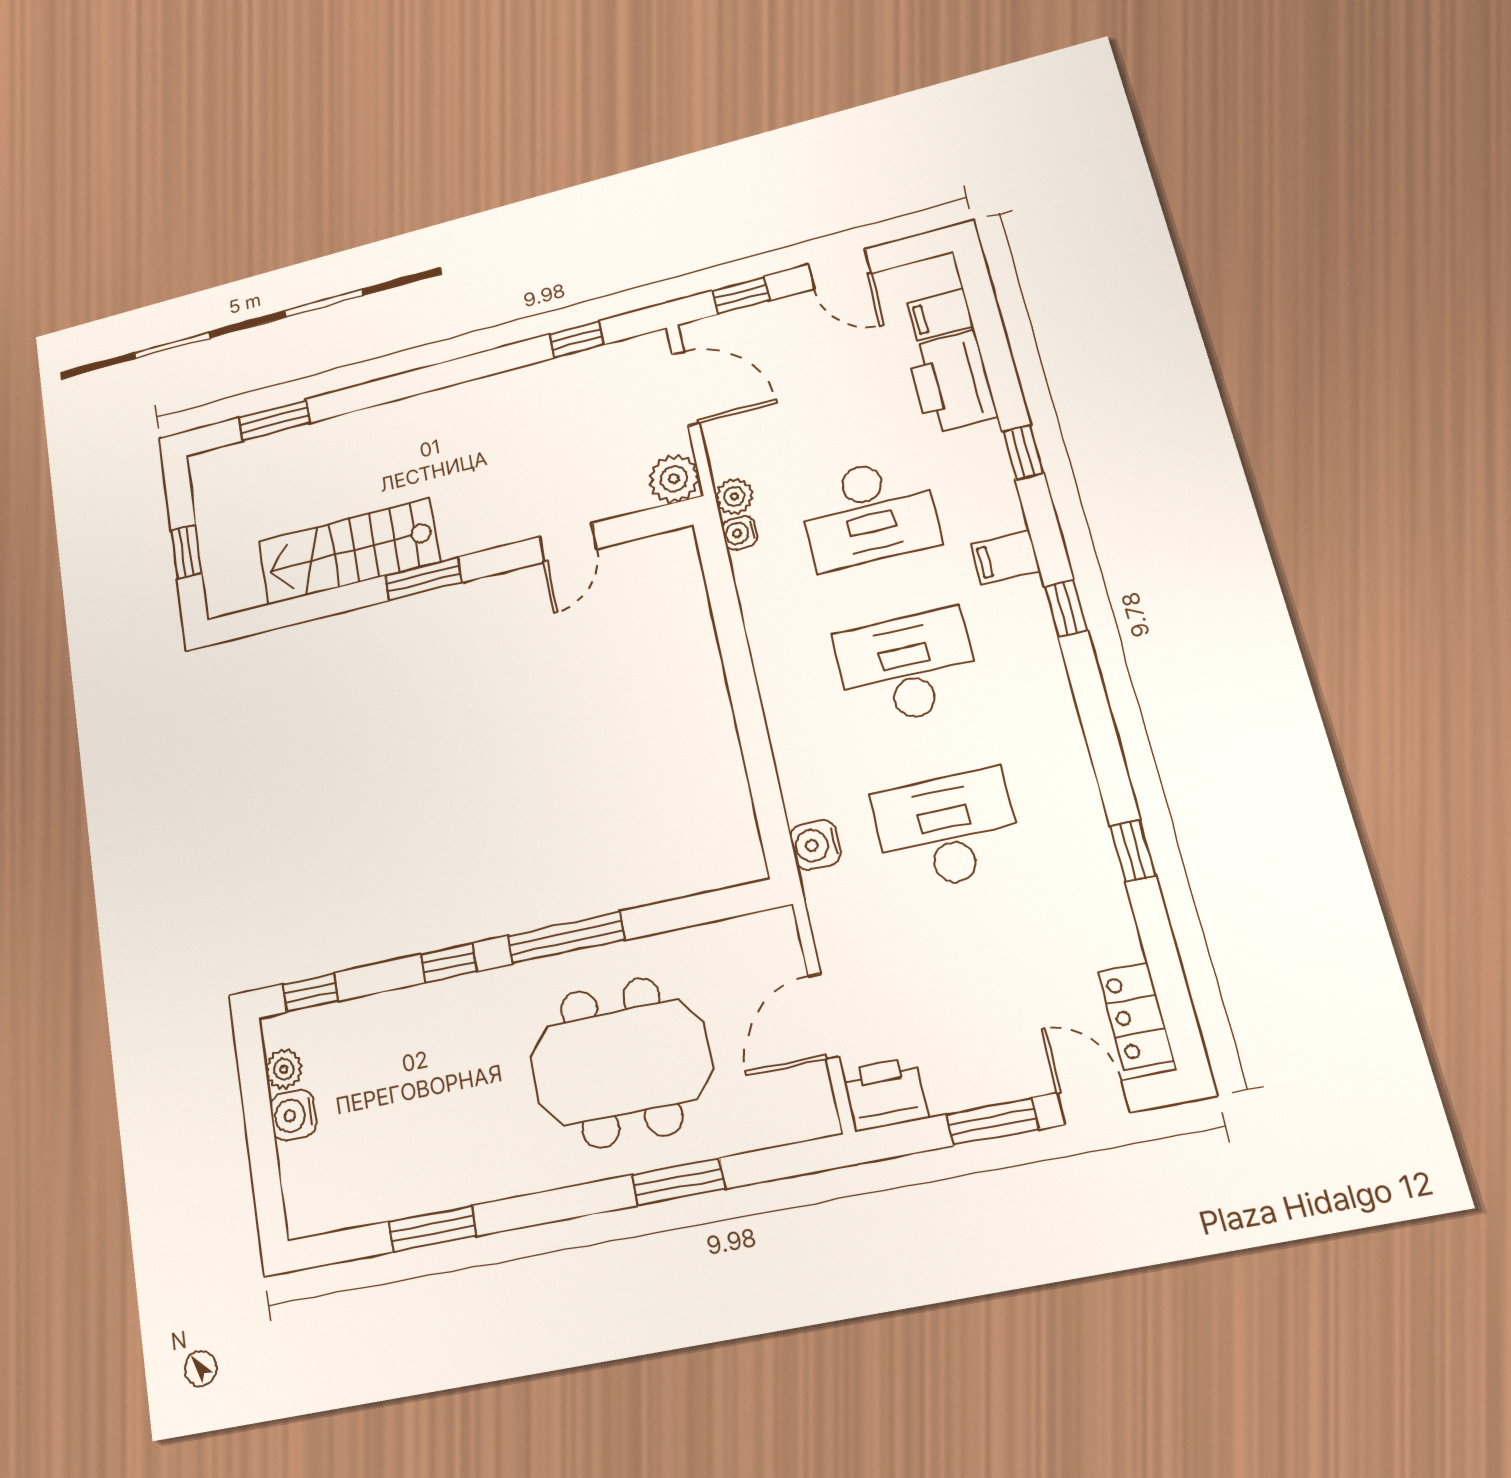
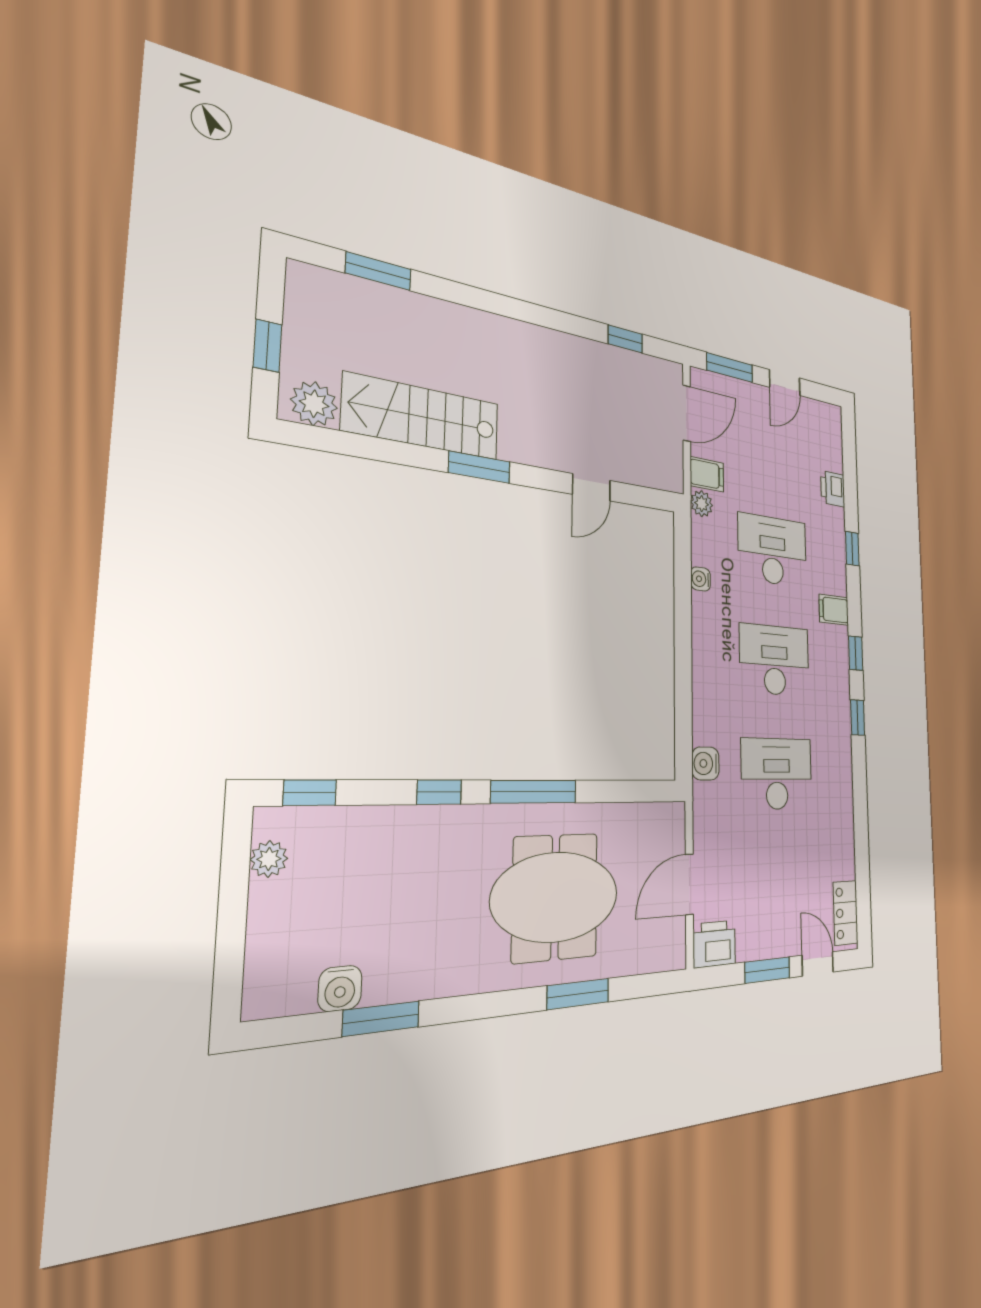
door: (839, 269) -> (785, 383), hinge flipped
window: (741, 295) -> (730, 368), width x1.50
filing cabinet: (940, 315) -> (707, 474), moved, turned 180
printer: (952, 382) -> (833, 489), width x0.53, depth x0.68
door: (686, 389) -> (687, 413), hinge flipped
plant: (674, 479) -> (314, 404), moved
desk: (869, 513) -> (773, 550), turned 180
water cooler: (740, 533) -> (701, 579), moved
window: (1133, 851) -> (858, 717), moved
water cooler: (293, 1115) -> (340, 989), moved, turned -90

